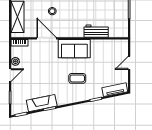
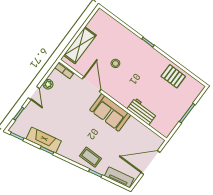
door: (129, 63) -> (150, 162), width x1.88
door: (10, 75) -> (34, 93), hinge flipped
coffee table: (77, 78) -> (91, 157), moved

